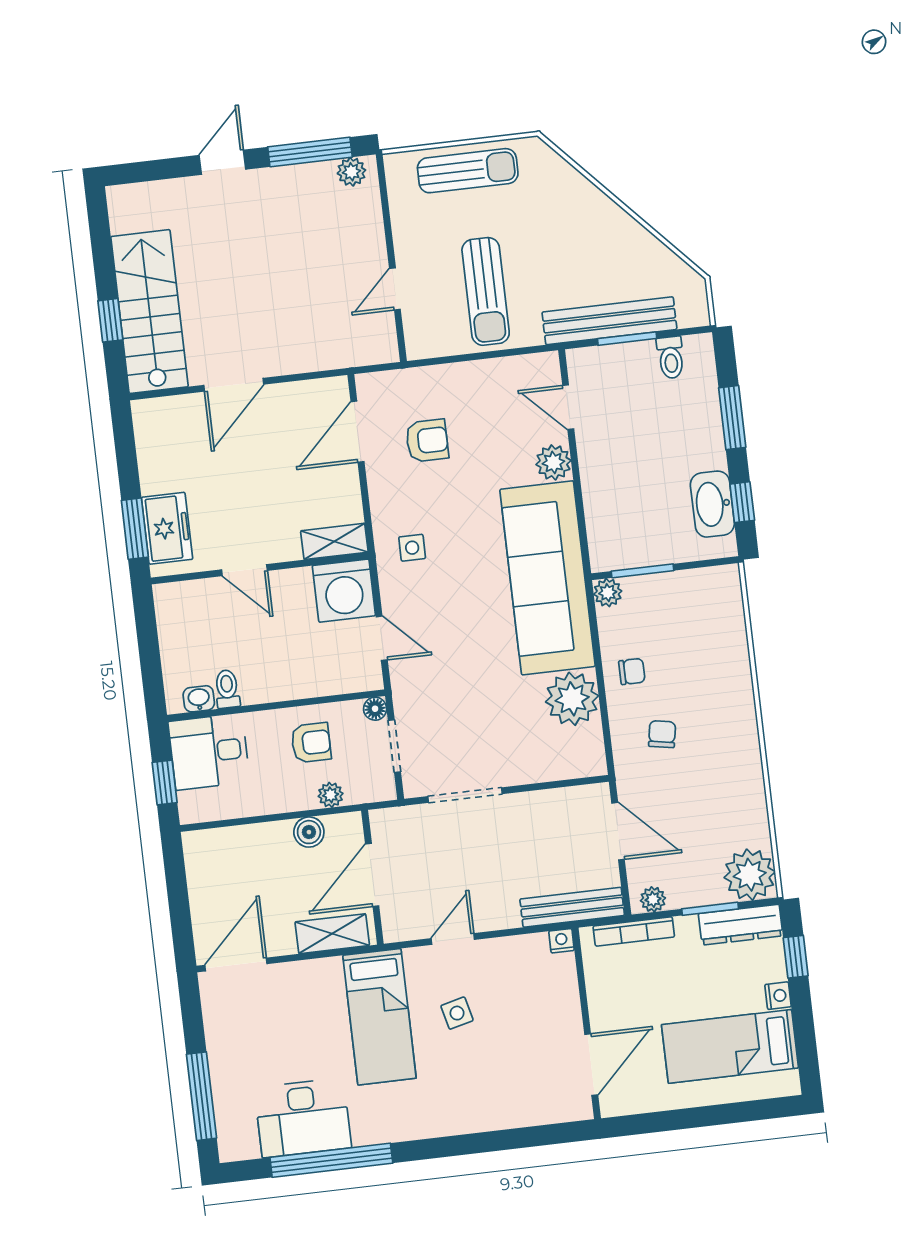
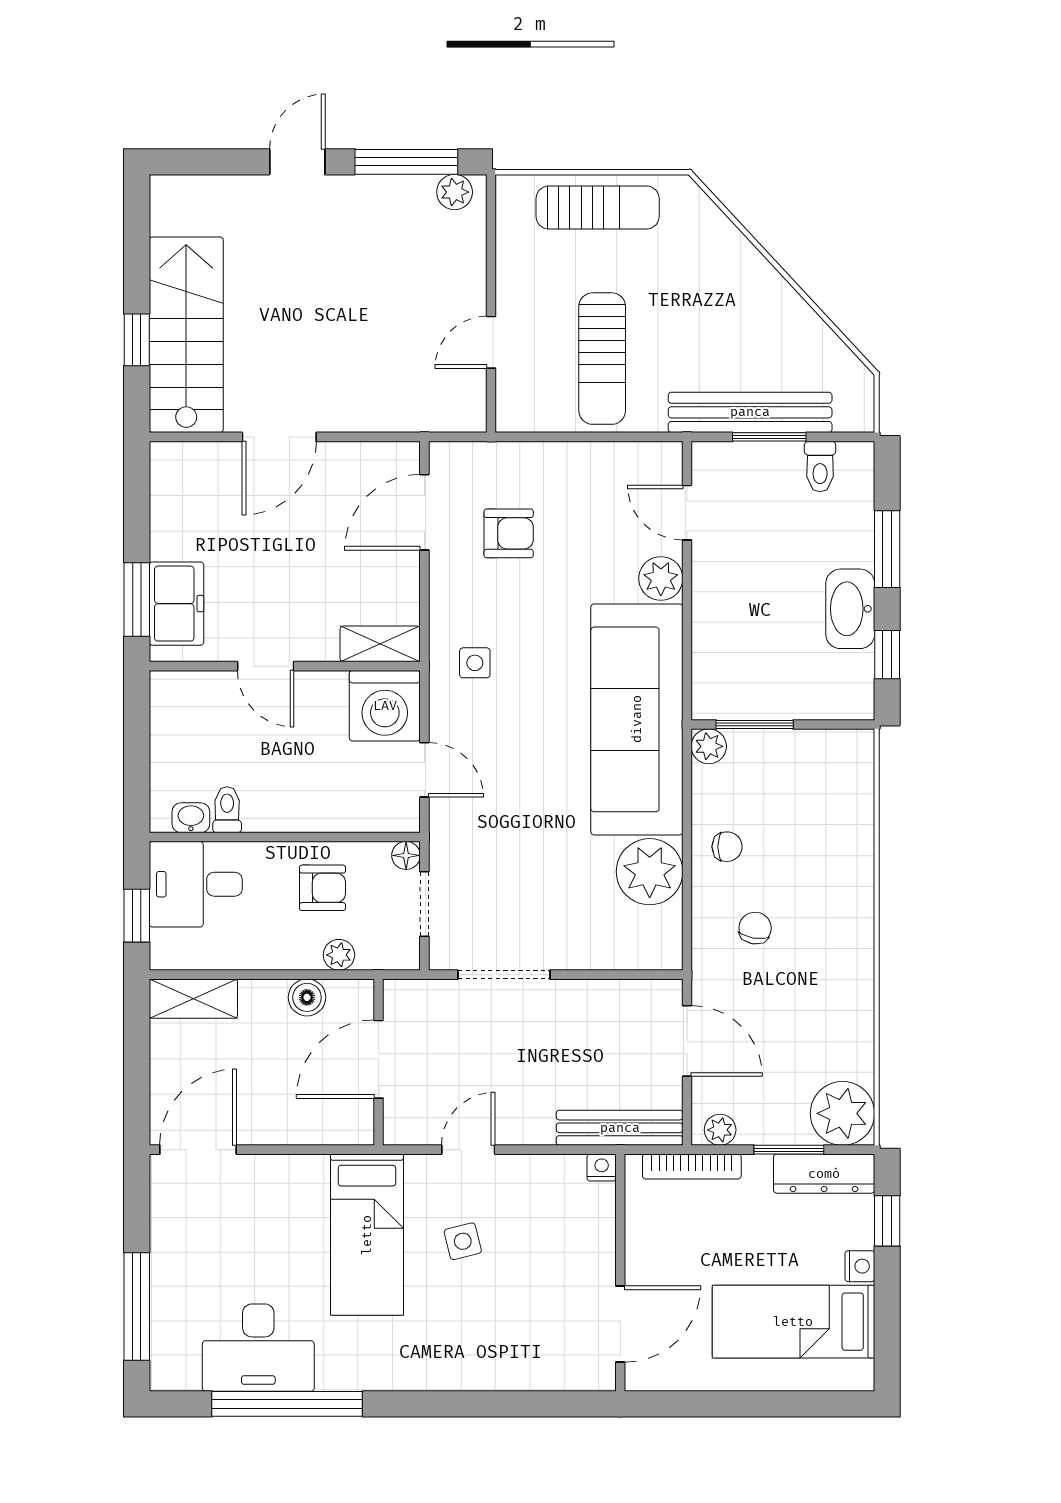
washbasin: (712, 504) -> (850, 609), moved
shelving: (332, 934) -> (193, 999), moved

